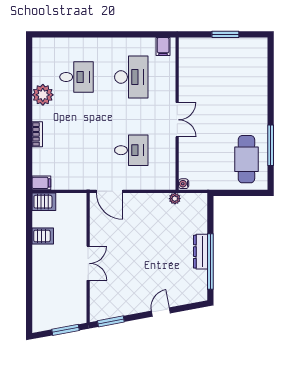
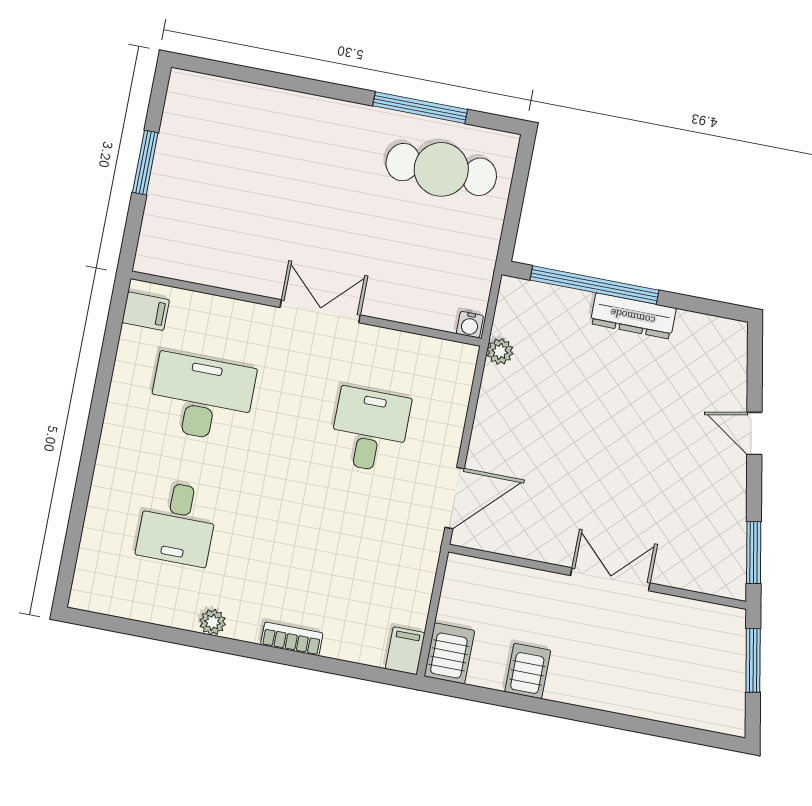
desk: (76, 77) -> (177, 523), turned 180
plant: (43, 95) -> (213, 622), width x0.53, depth x0.53
window: (210, 262) -> (595, 285), moved

